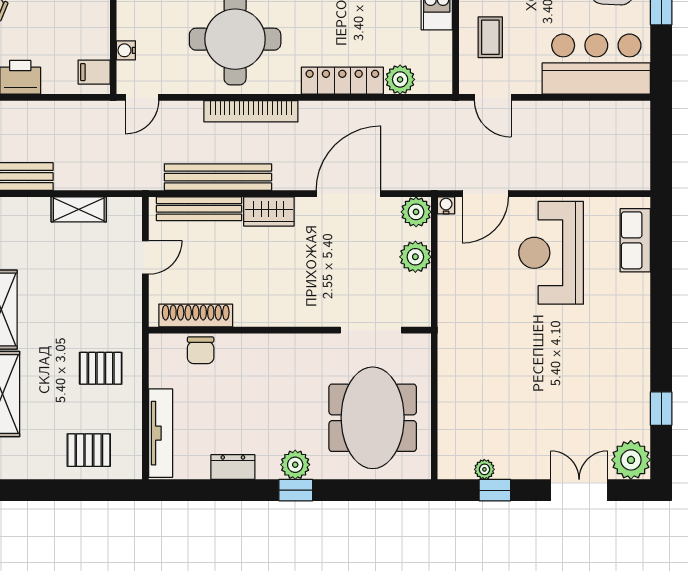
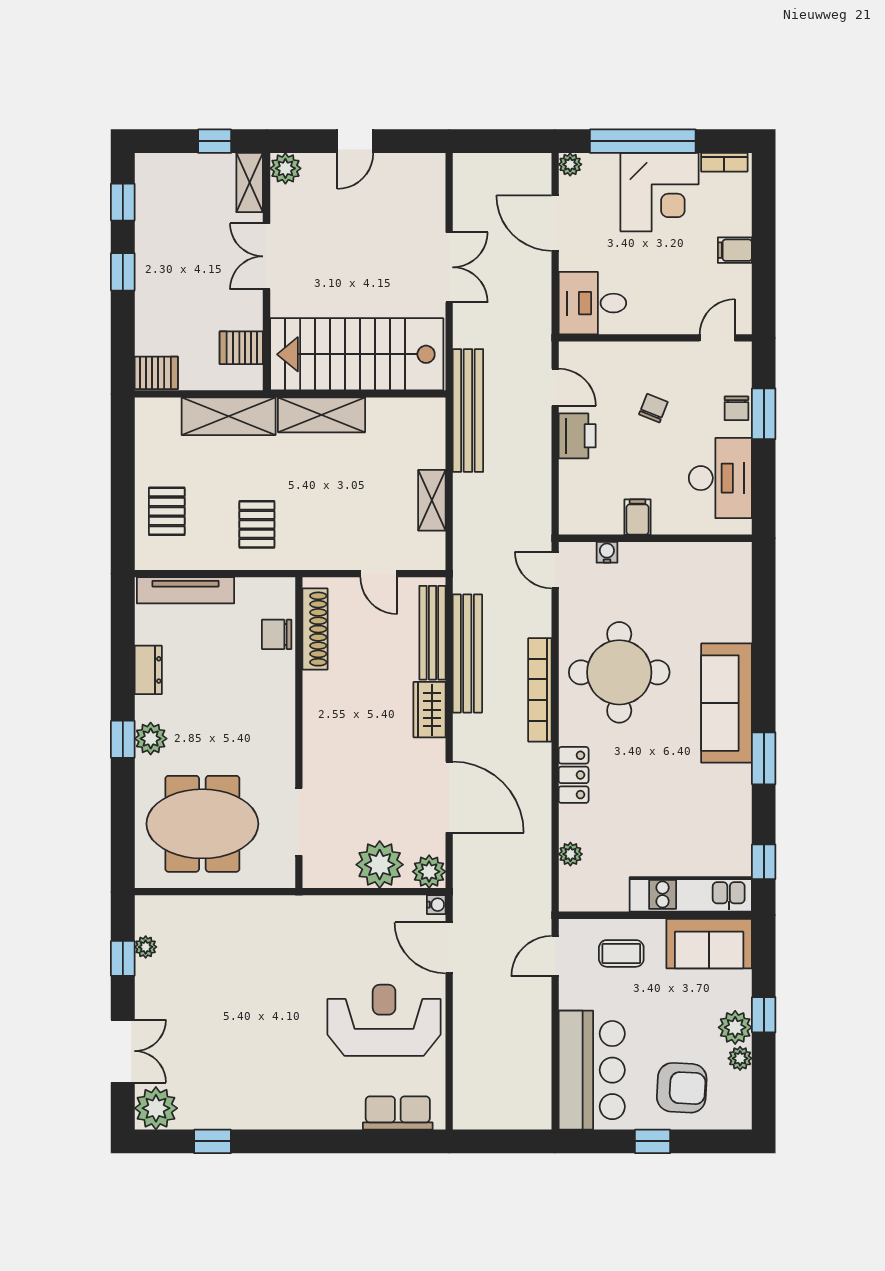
filing cabinet: (94, 72) -> (638, 517), moved
plant: (400, 79) -> (570, 854), width x0.73, depth x0.73
locker: (342, 81) -> (574, 775), width x0.66
plant: (415, 257) -> (380, 865), width x1.36, depth x1.36

